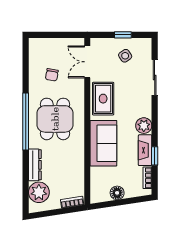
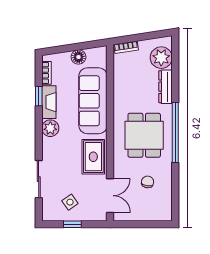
sofa: (103, 143) -> (93, 101), width x1.36

